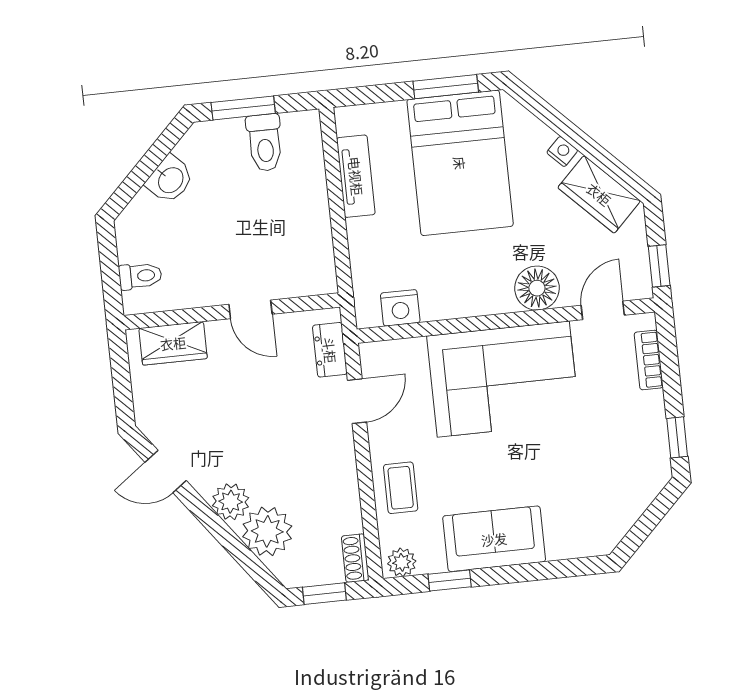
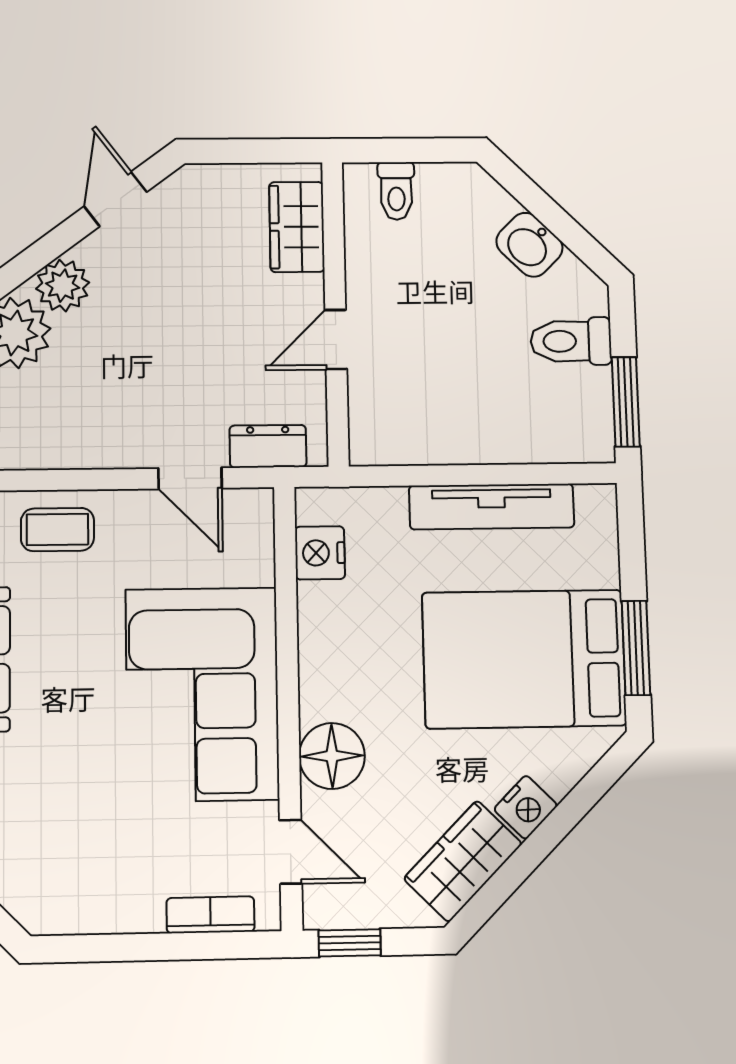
window: (243, 108) -> (626, 402), moved
toilet: (265, 143) -> (571, 341), moved
nightstand: (562, 152) -> (526, 807), width x1.39, depth x1.35
tv unit: (356, 176) -> (492, 507), width x1.41
window: (677, 437) -> (90, 948), removed

